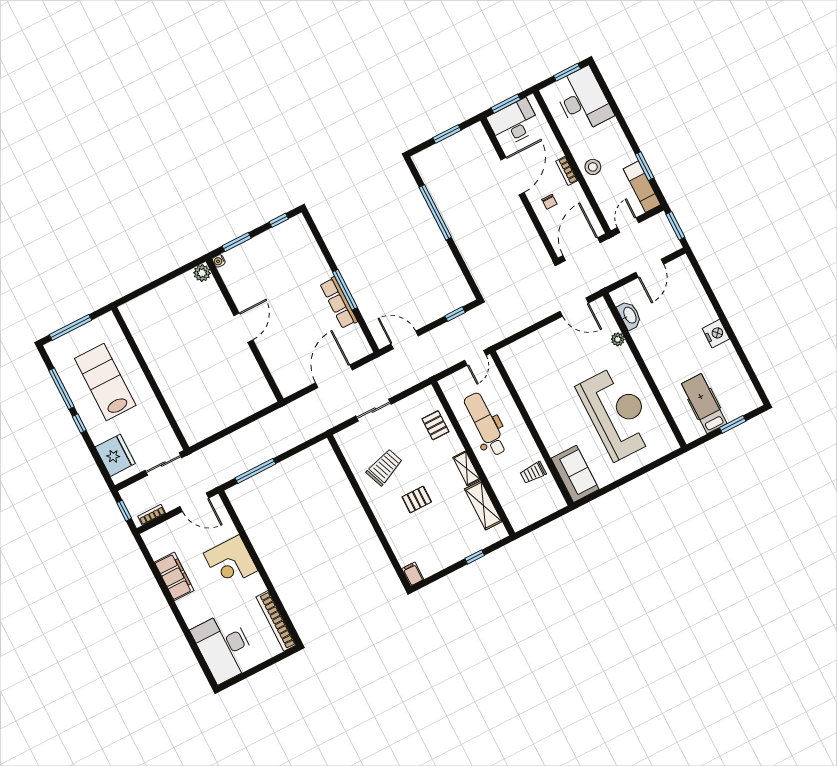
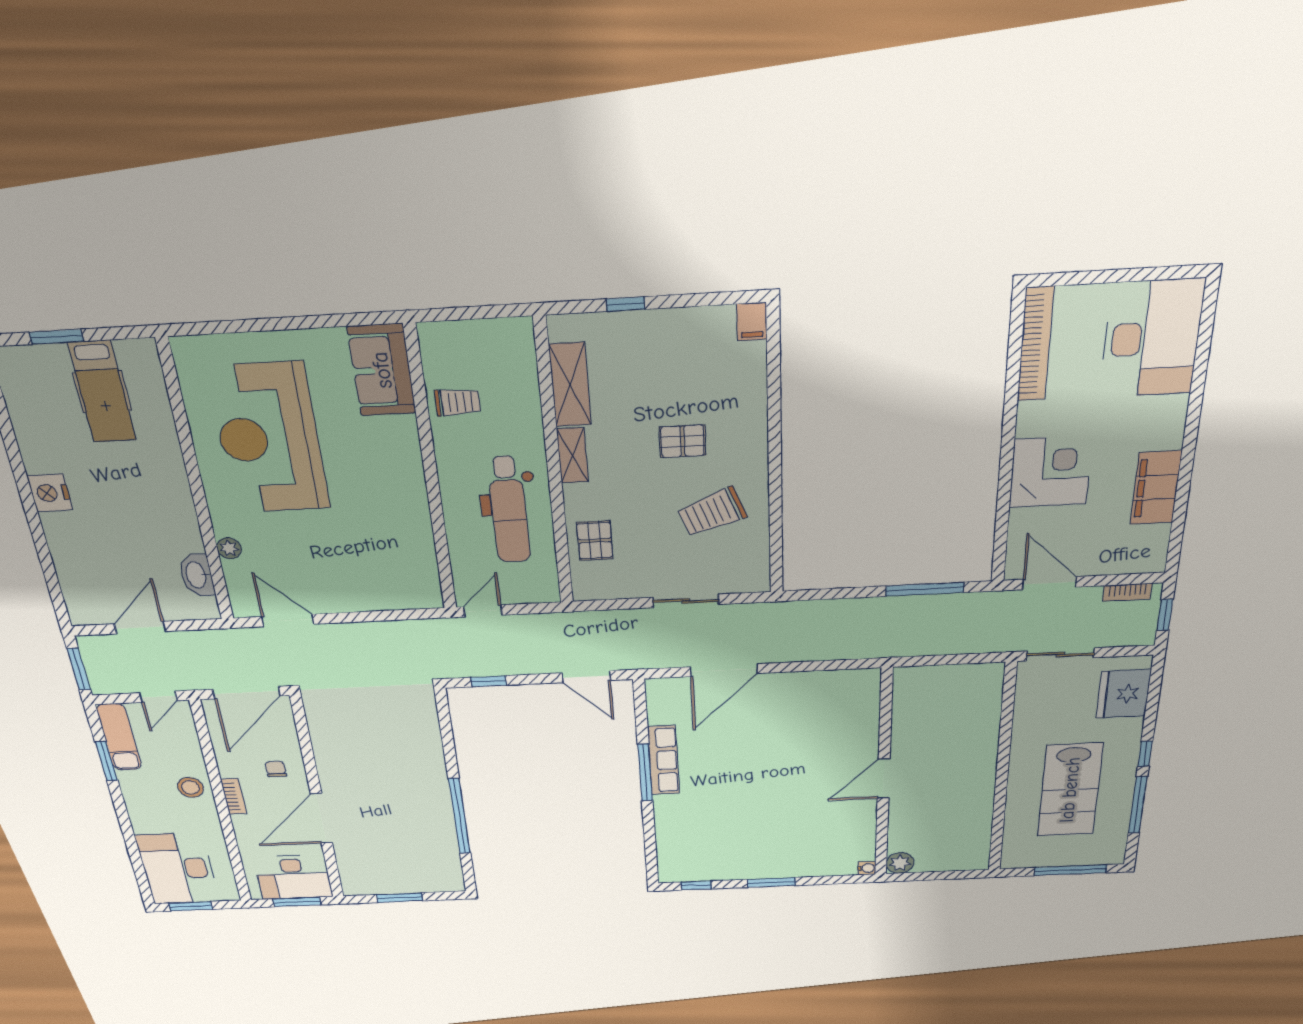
water cooler: (219, 261) -> (867, 868), moved
plant: (202, 273) -> (900, 863), moved
door: (243, 328) -> (884, 779), moved
wall: (245, 330) -> (884, 775), moved

